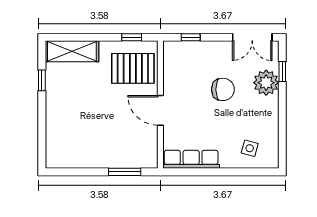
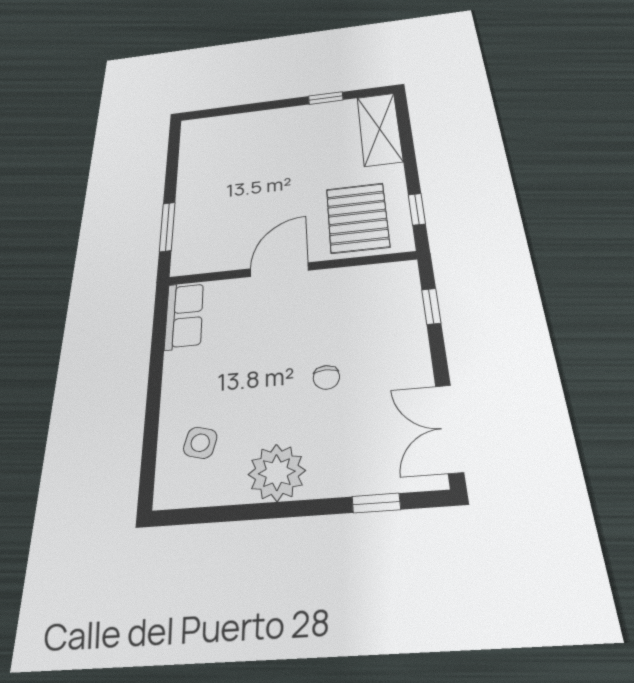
plant: (266, 83) -> (277, 472), moved
chair: (223, 89) -> (326, 377), width x0.54, depth x0.54
row of seats: (191, 159) -> (184, 315), width x0.68

